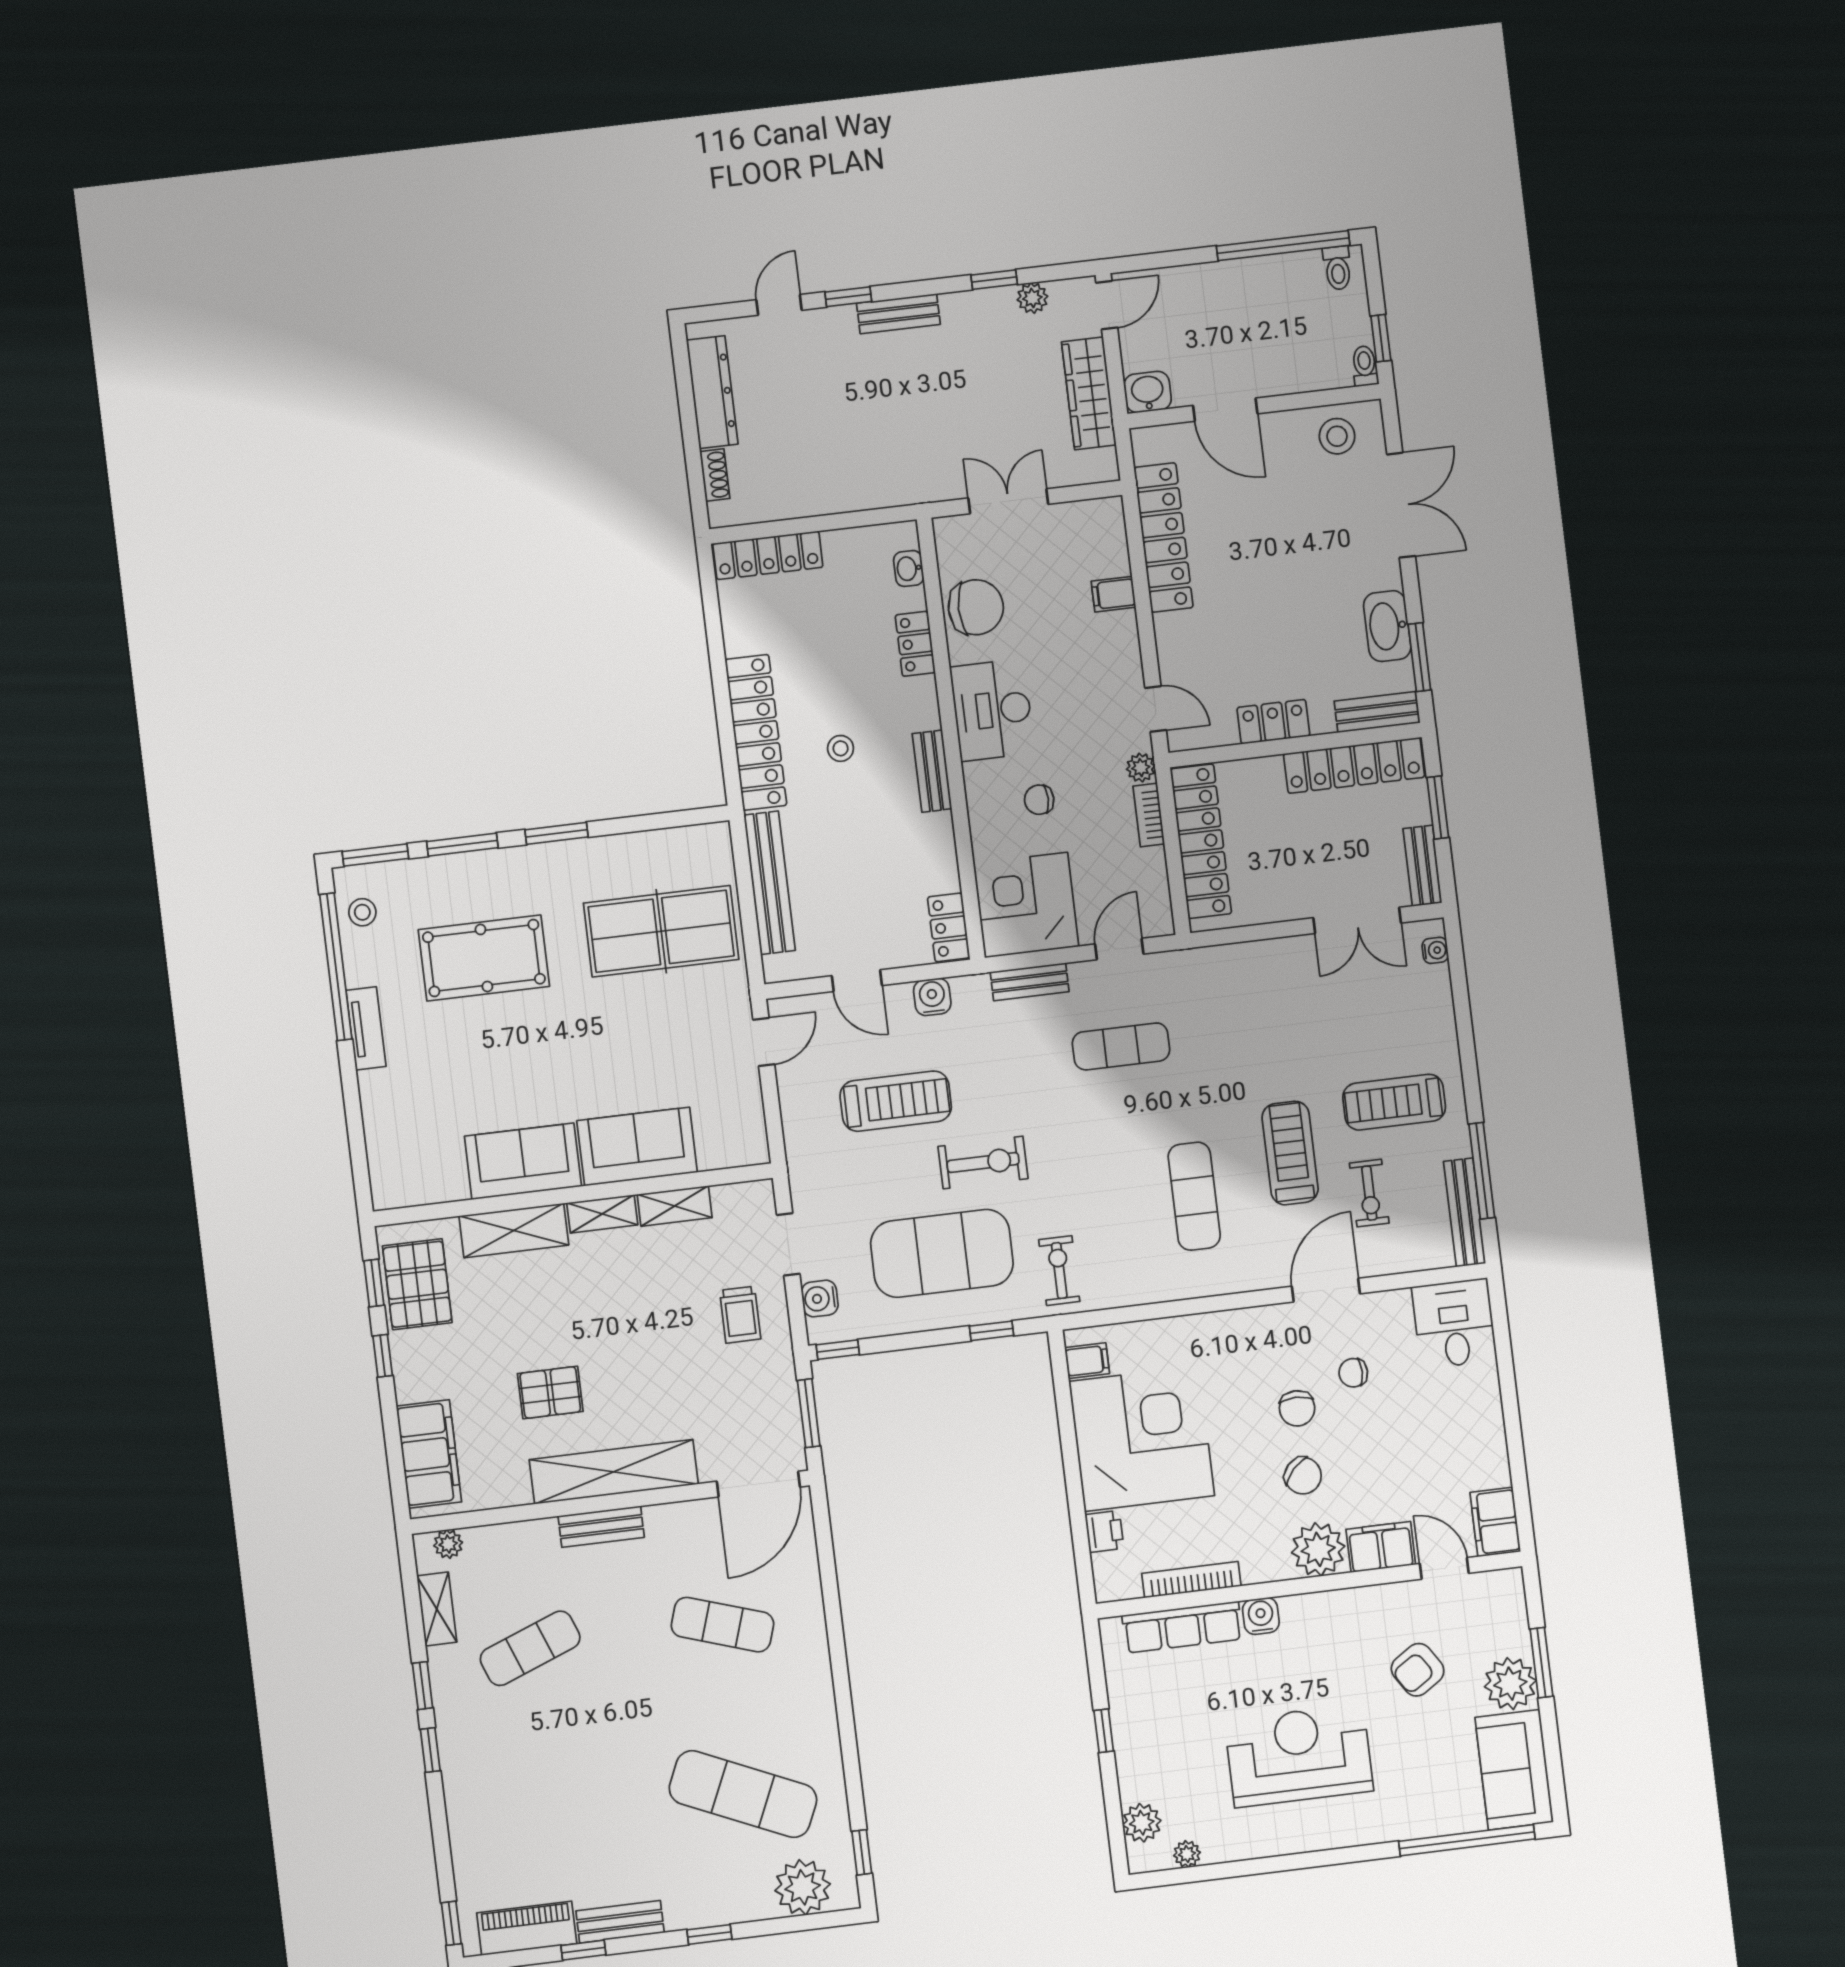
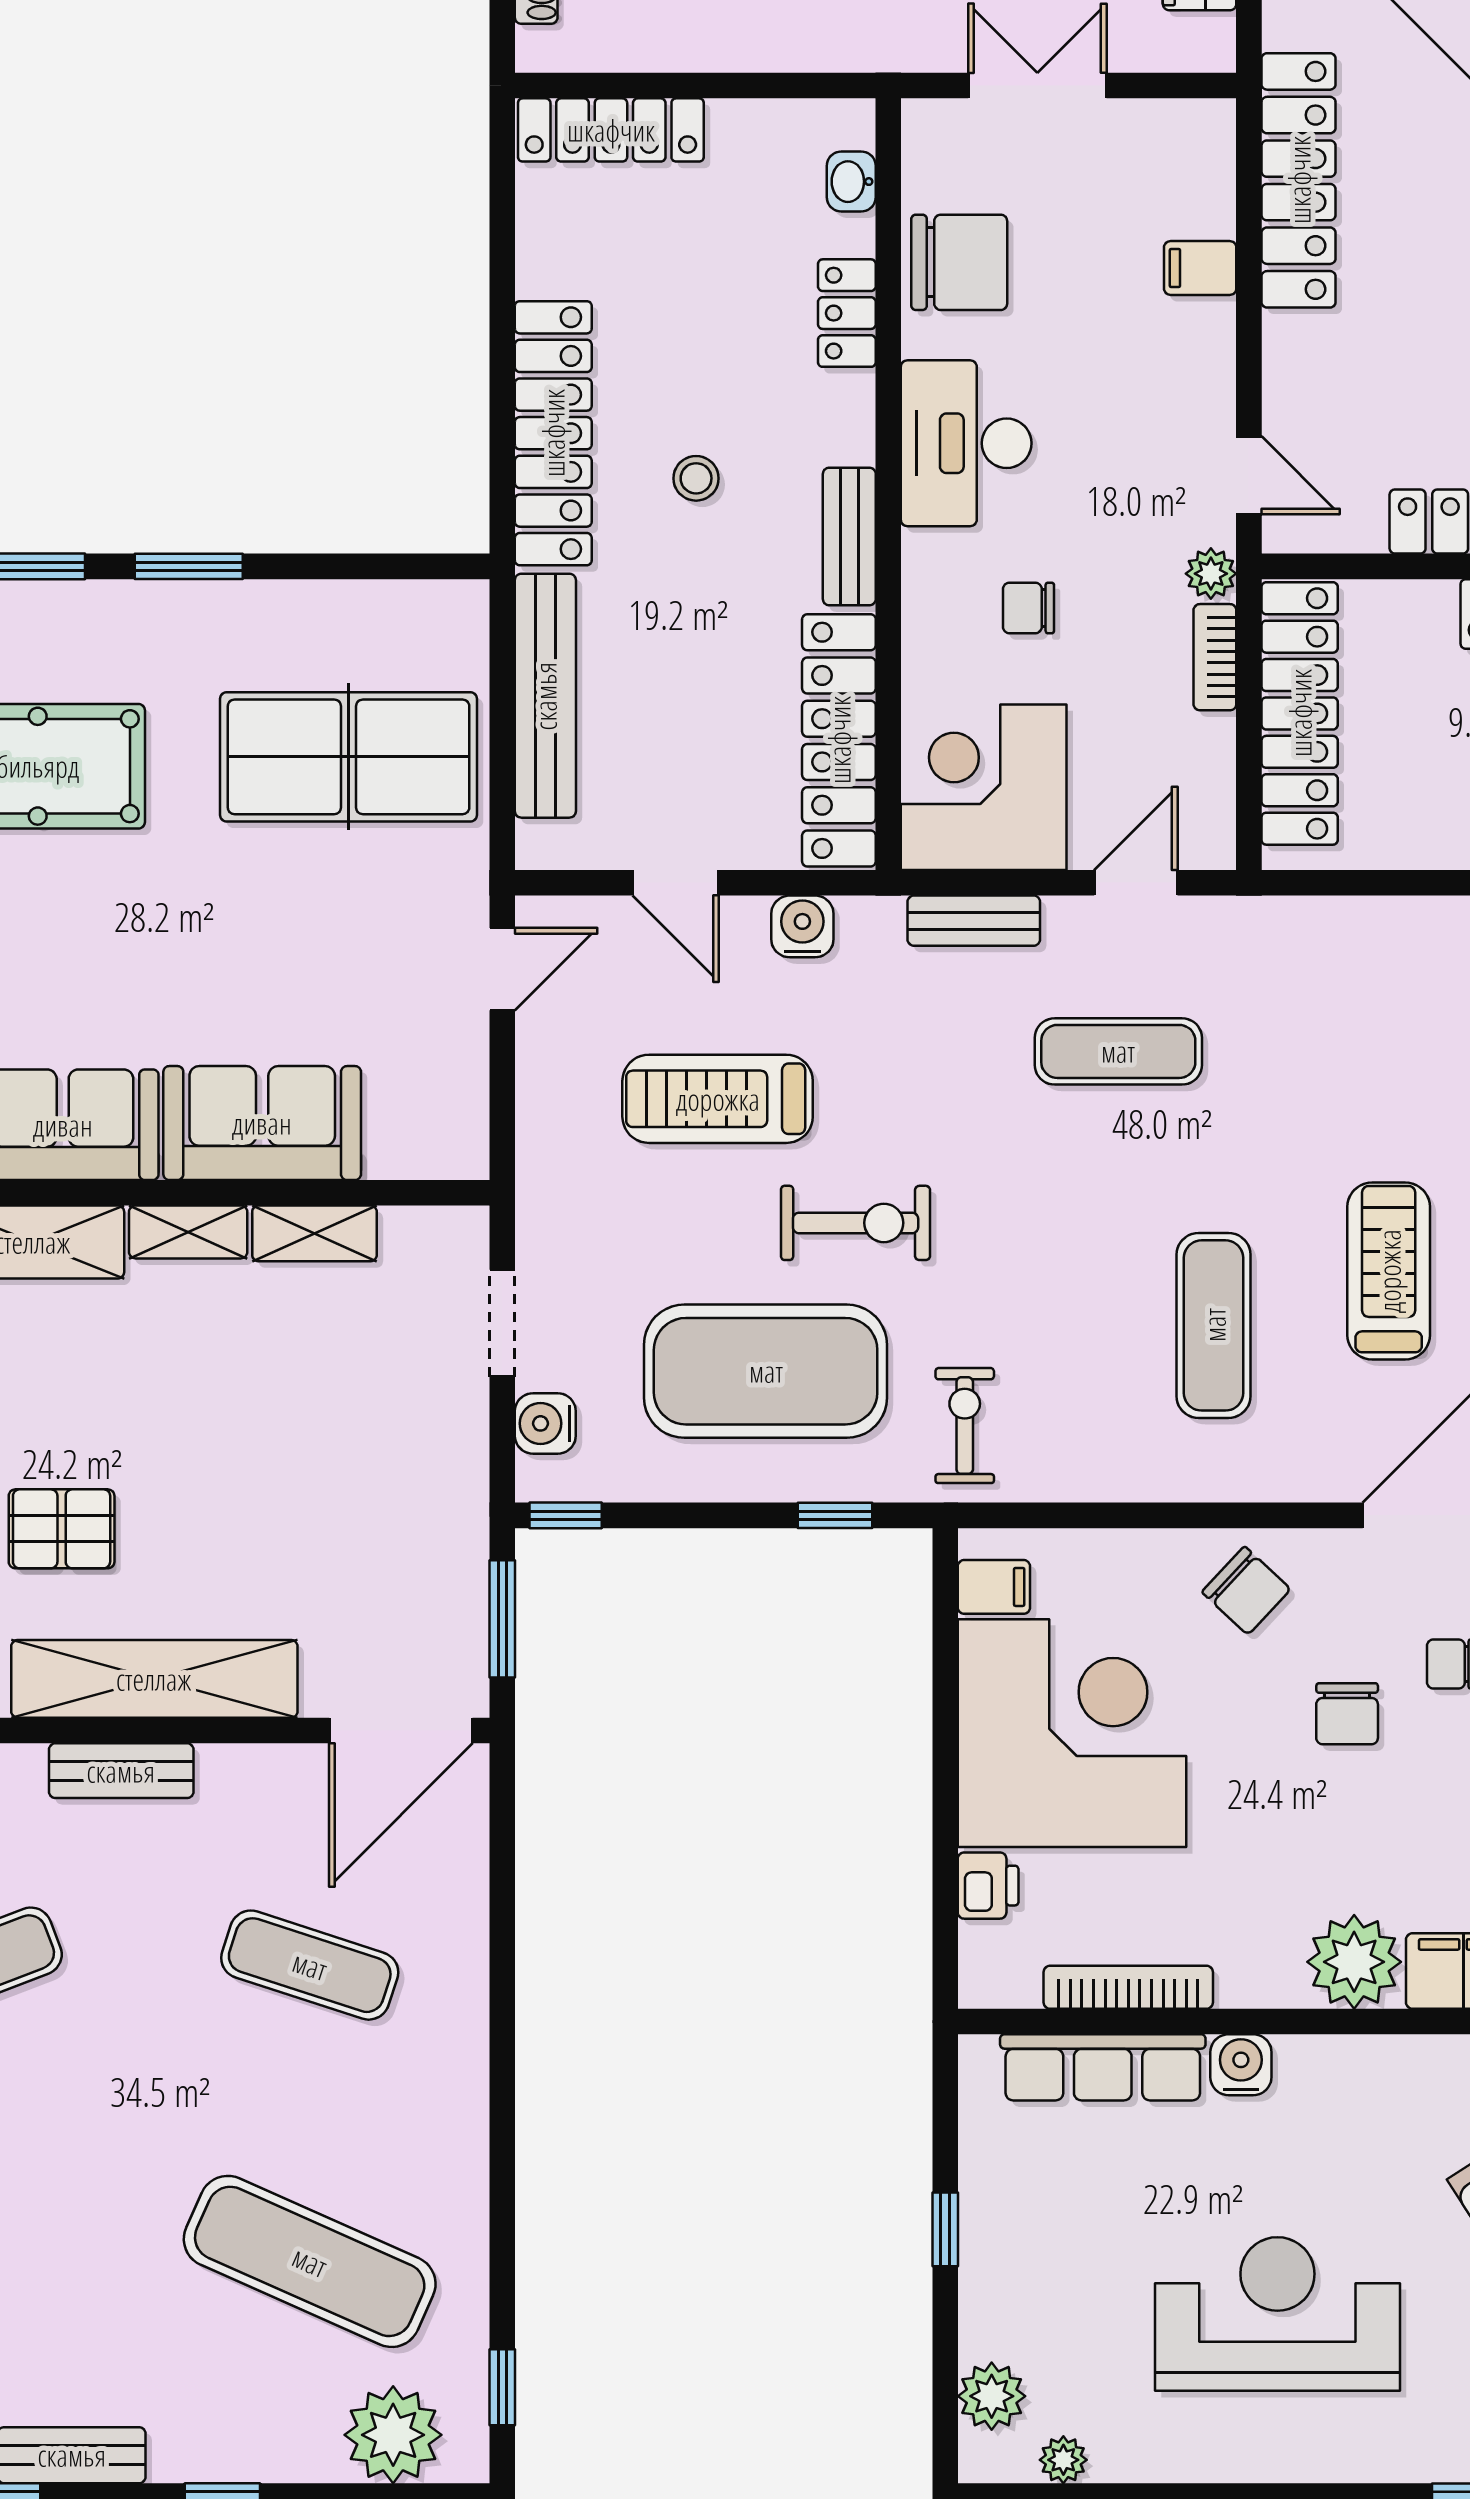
locker: (949, 927) -> (839, 740), width x2.16, depth x1.21
treadmill: (896, 1101) -> (718, 1099), turned 180
trolley: (740, 1315) -> (405, 1435), removed
chair: (1303, 1476) -> (1246, 1591), moved

